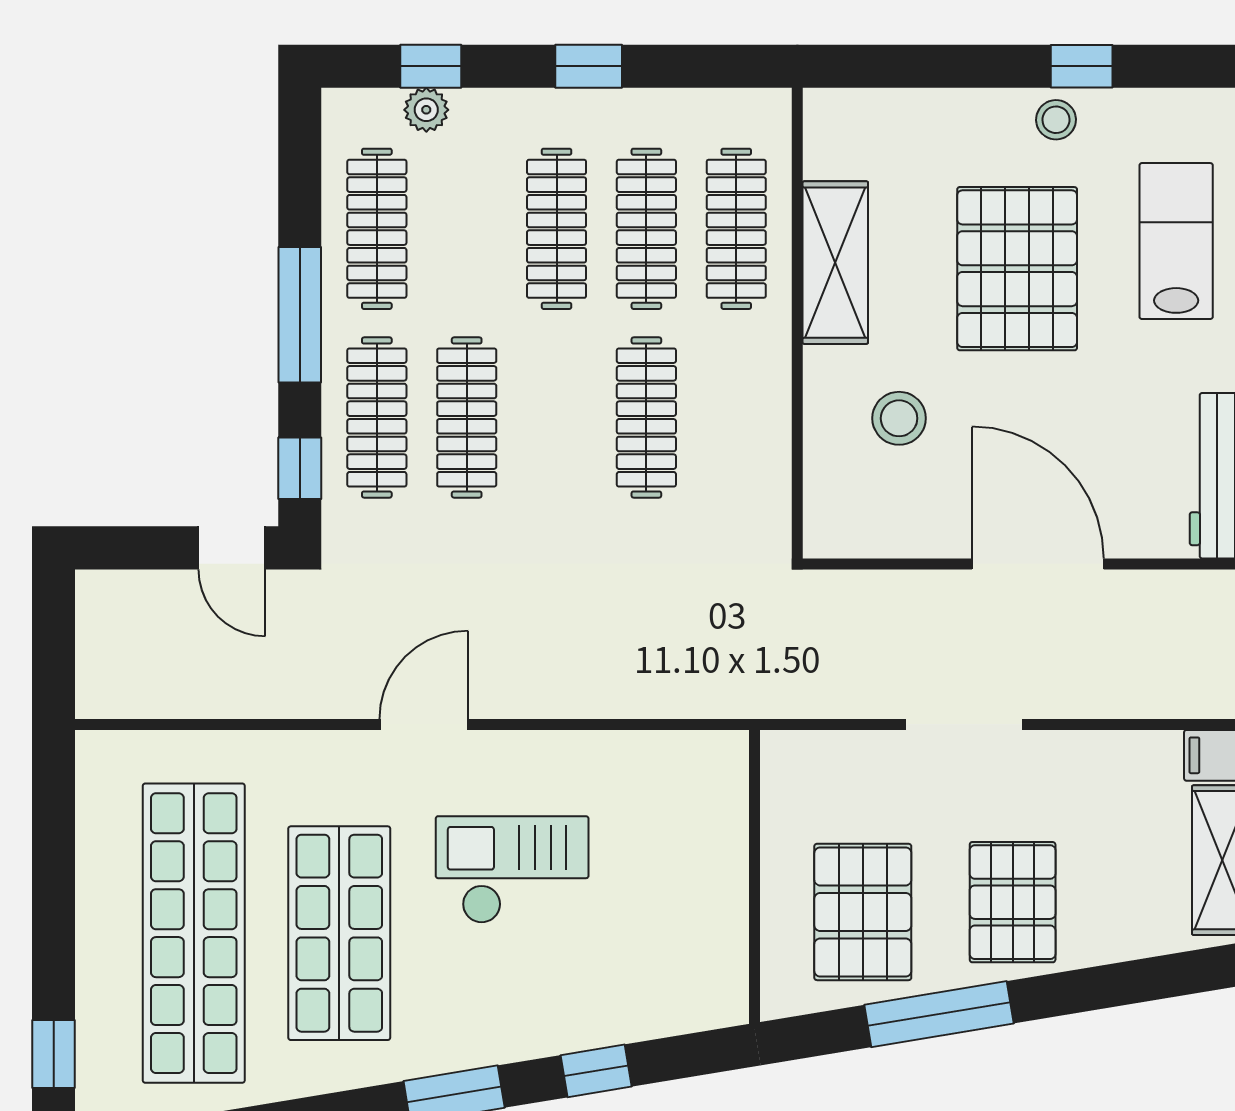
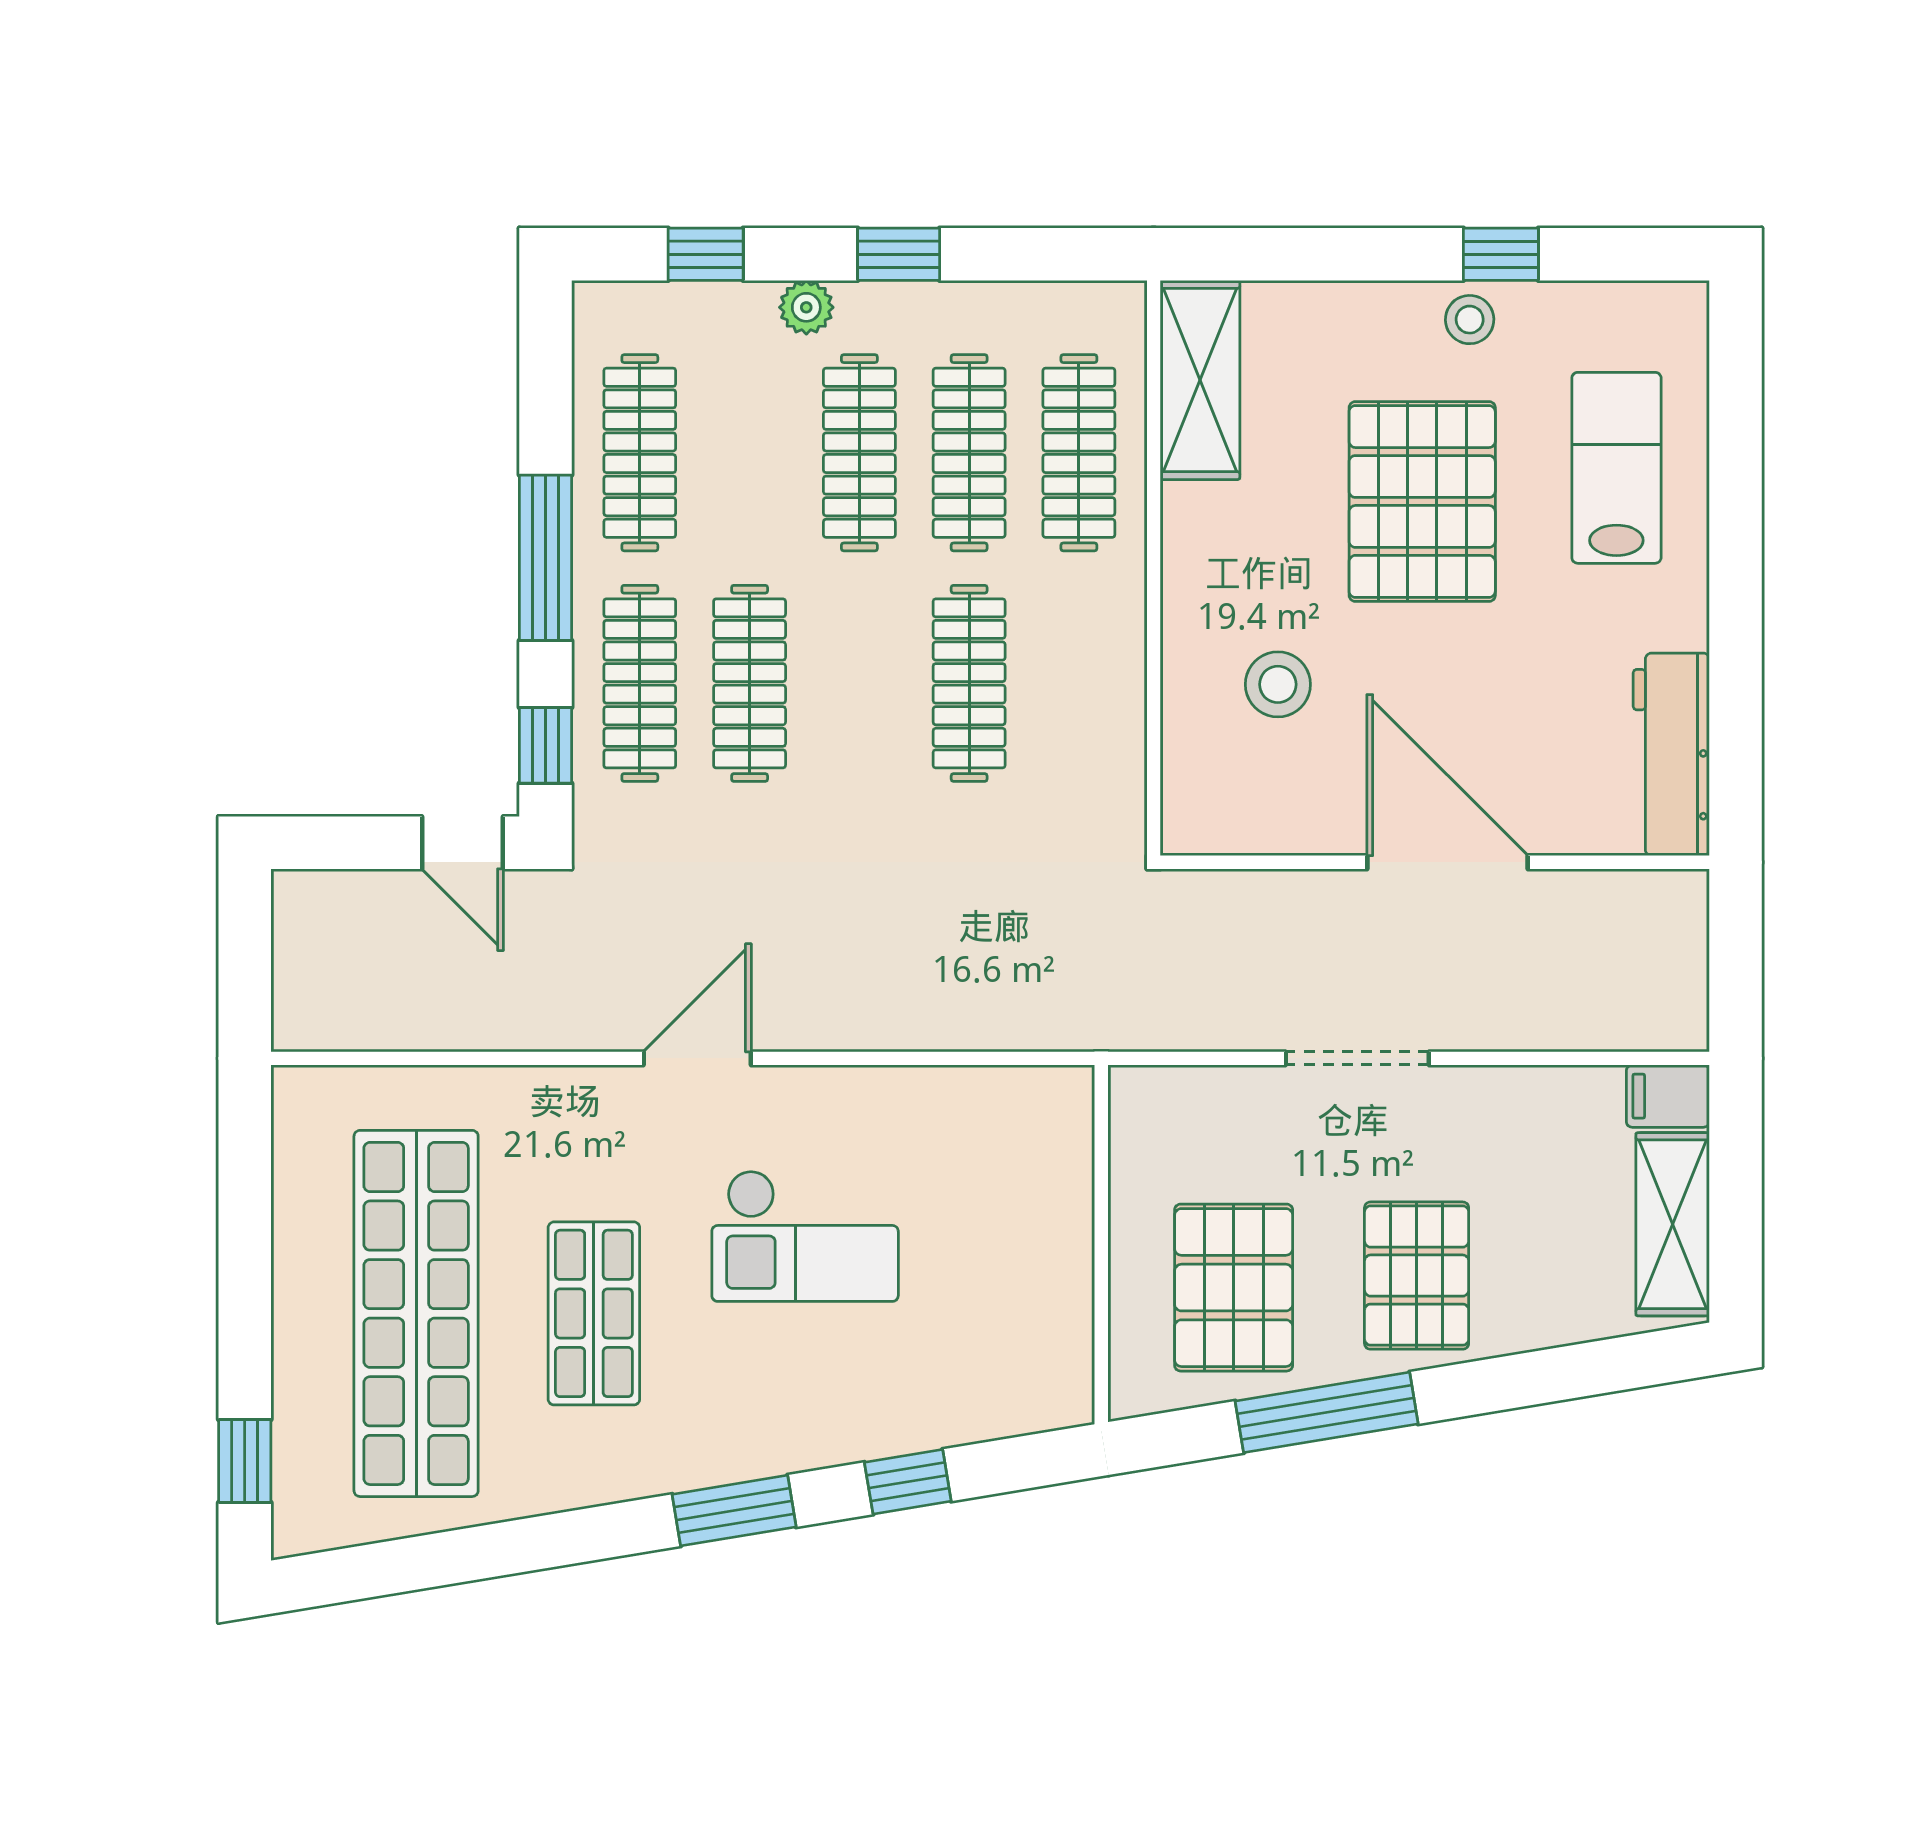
plant: (426, 110) -> (806, 307), moved
shelving: (835, 263) -> (1200, 380), moved
checkout: (512, 870) -> (805, 1236), turned 180
shop shelf: (339, 933) -> (594, 1313), width x0.70, depth x0.74

